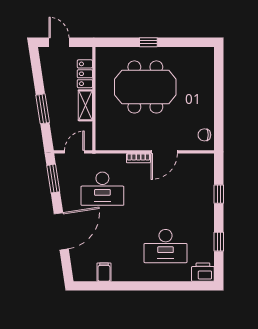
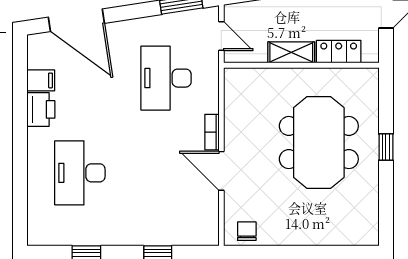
door: (61, 231) -> (76, 20), moved
printer: (203, 272) -> (41, 109), moved

